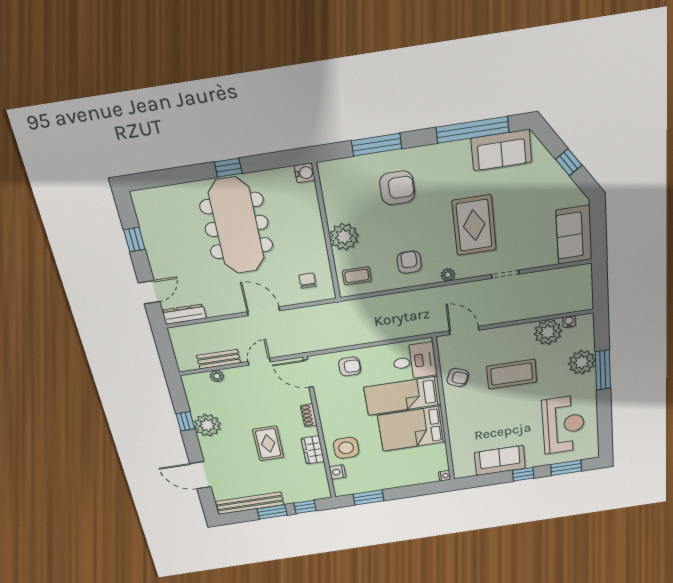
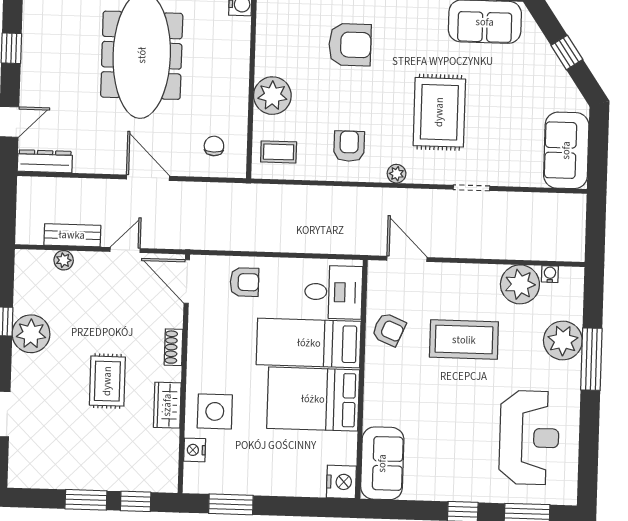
sofa: (500, 460) -> (382, 463), moved, turned 90
nightstand: (445, 476) -> (341, 482), width x1.89, depth x1.79
bench: (250, 503) -> (58, 477), removed

